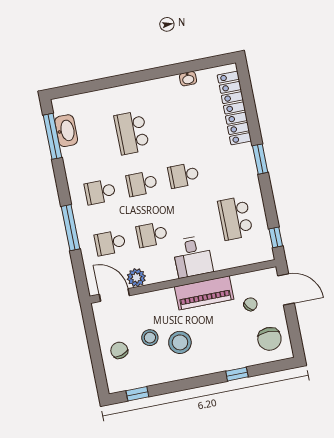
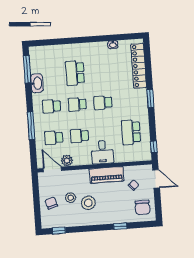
washbasin: (66, 131) -> (37, 83), moved

